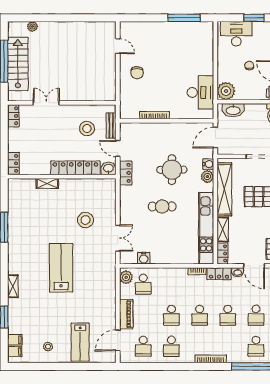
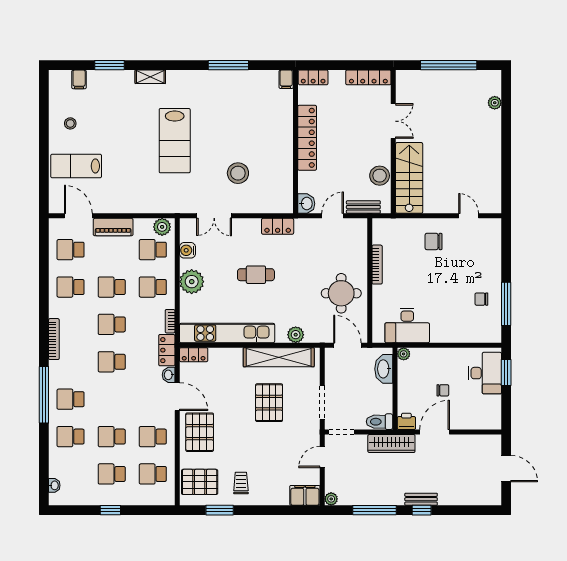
window: (254, 18) -> (506, 373), moved
chair: (180, 36) -> (481, 299), added
door: (118, 46) -> (469, 216), swing flipped
stairs: (18, 64) -> (409, 178), moved, turned -90
plant: (226, 91) -> (404, 354), width x0.53, depth x0.53
locker: (13, 116) -> (368, 77), width x1.53
stool: (87, 129) -> (380, 176), moved
water cooler: (208, 164) -> (312, 336), removed
locker: (75, 168) -> (307, 138), moved
round table: (172, 170) -> (341, 293), moved
locker: (126, 173) -> (278, 226), moved
shelving: (47, 183) -> (287, 122), removed
cafe table: (162, 207) -> (256, 275), turned 90
shelving: (223, 229) -> (225, 355), removed
plant: (167, 255) -> (192, 282), added
door: (254, 266) -> (177, 397), swing flipped
lab bench: (61, 268) -> (175, 141), turned 90
school desk: (256, 315) -> (153, 287), moved
filing cabinet: (15, 351) -> (286, 79), moved

